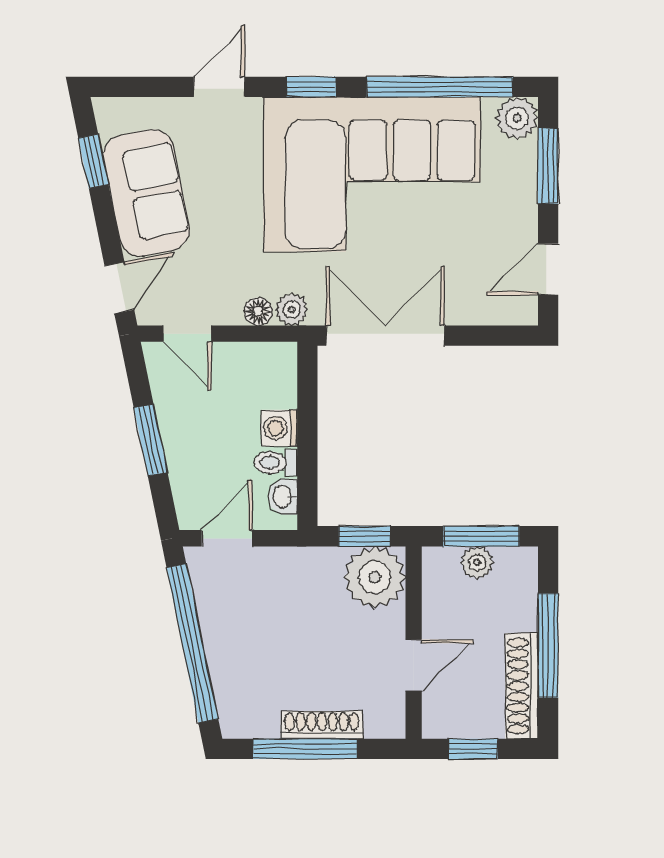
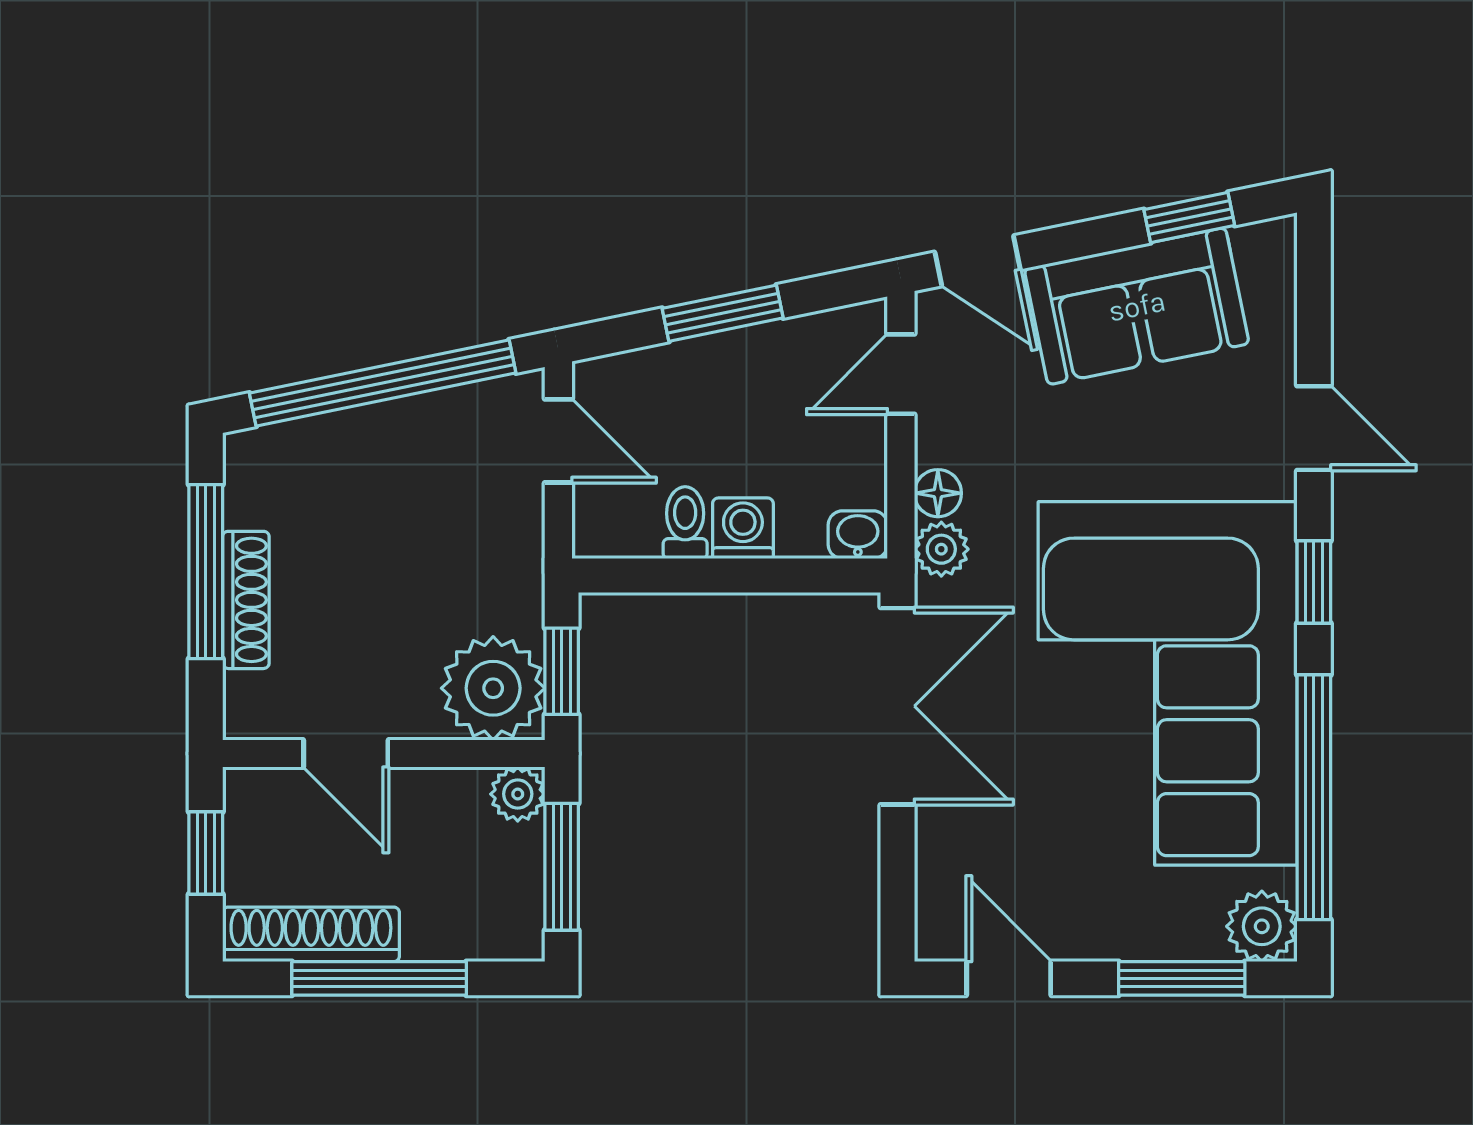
washbasin: (283, 497) -> (858, 535), moved
plant: (477, 563) -> (518, 794), moved

